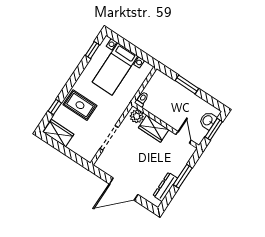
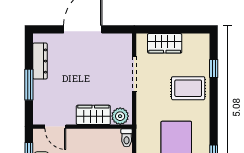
wardrobe: (58, 133) -> (165, 43), moved

